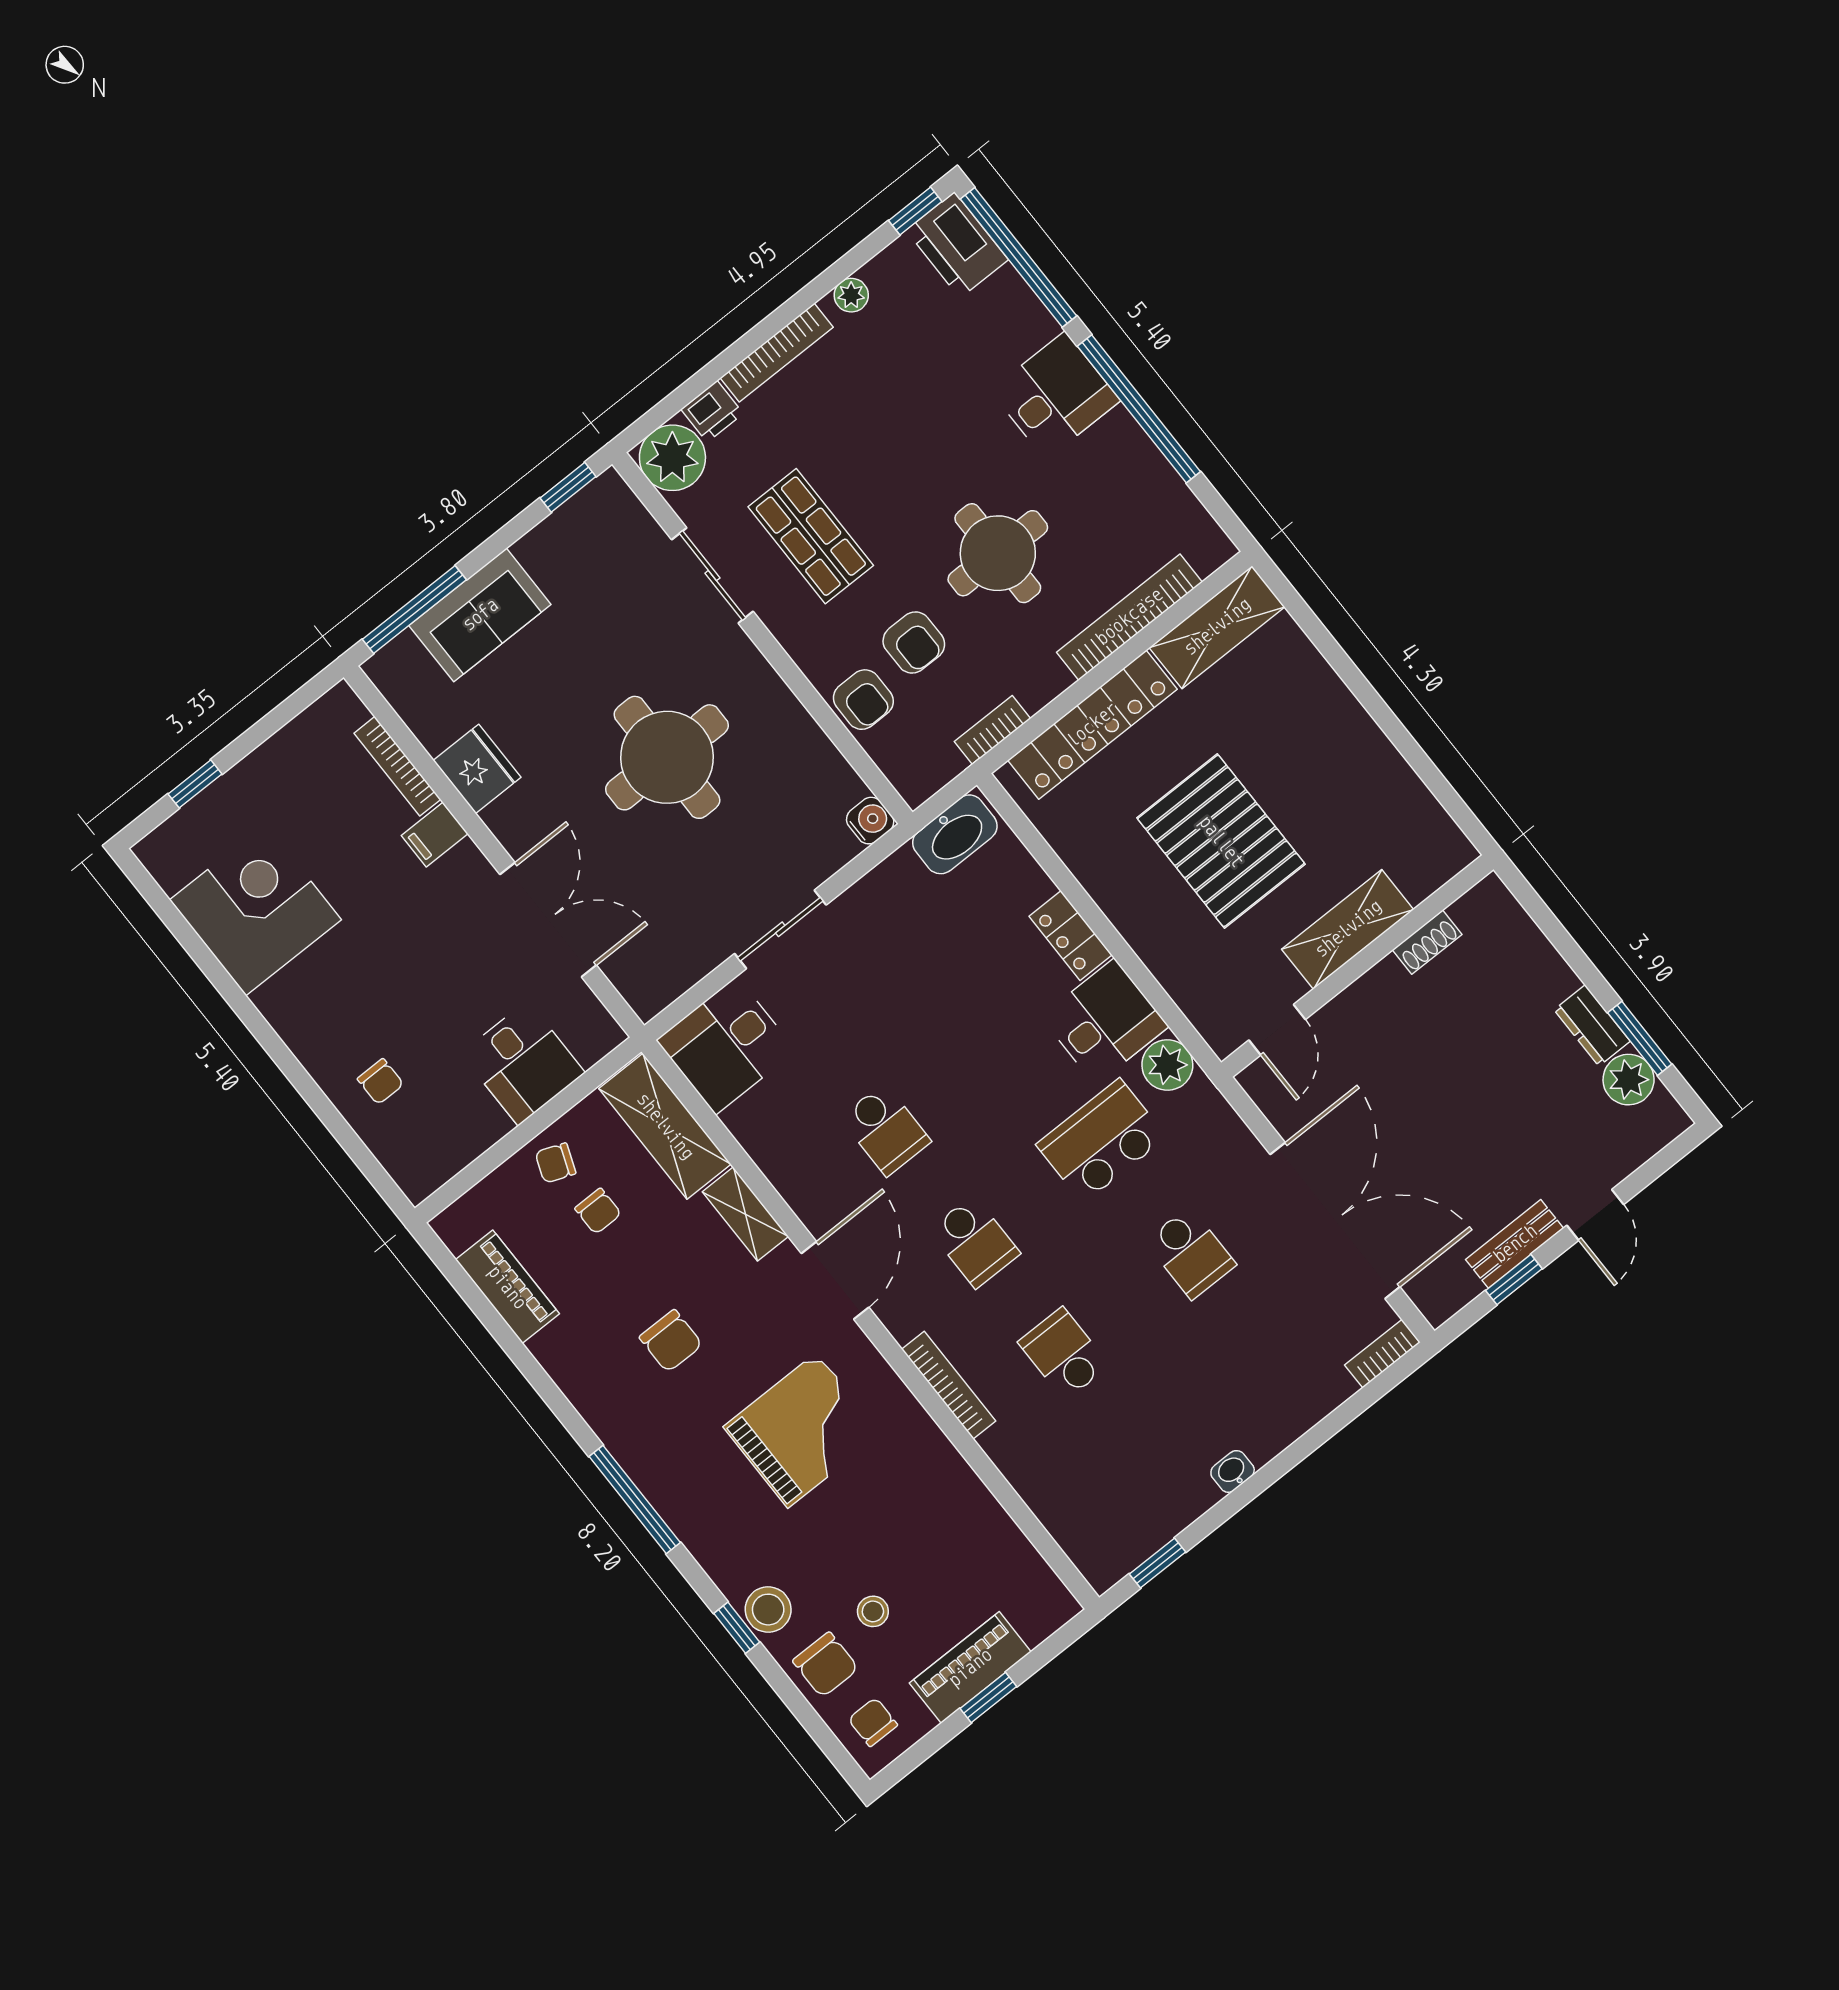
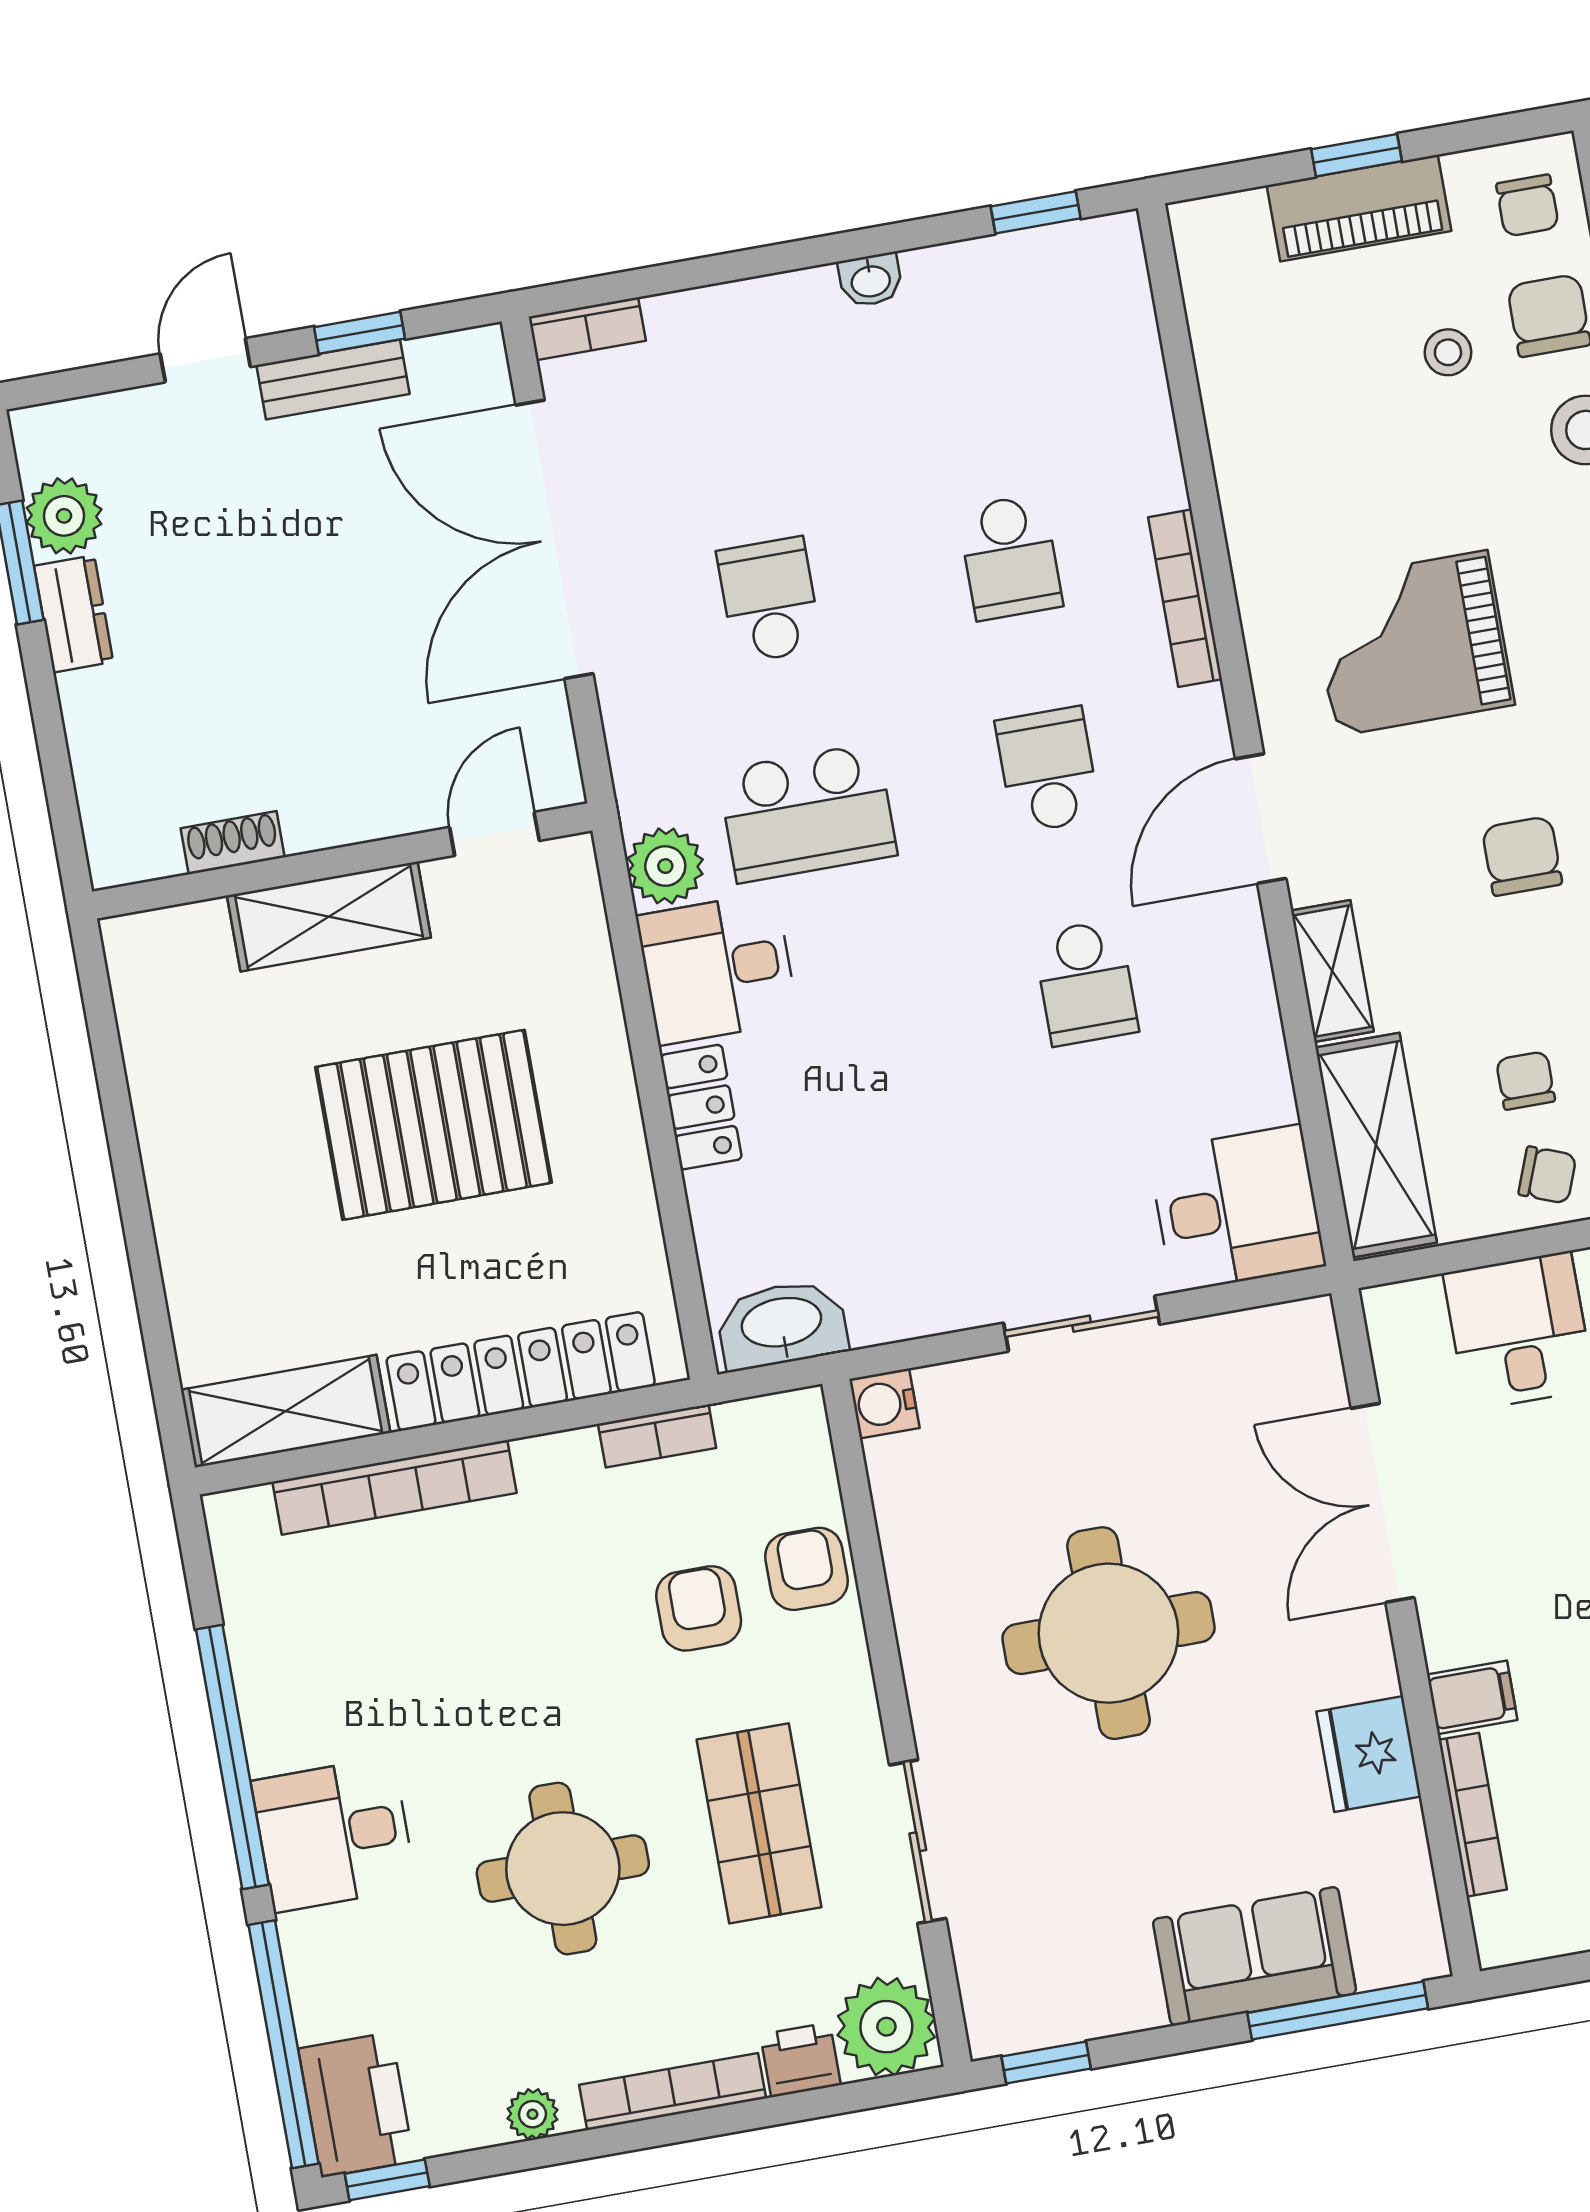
round table: (998, 553) -> (563, 1869), moved
pallet: (1221, 841) -> (434, 1125), turned 90
school desk: (885, 1130) -> (1086, 983), turned 180

